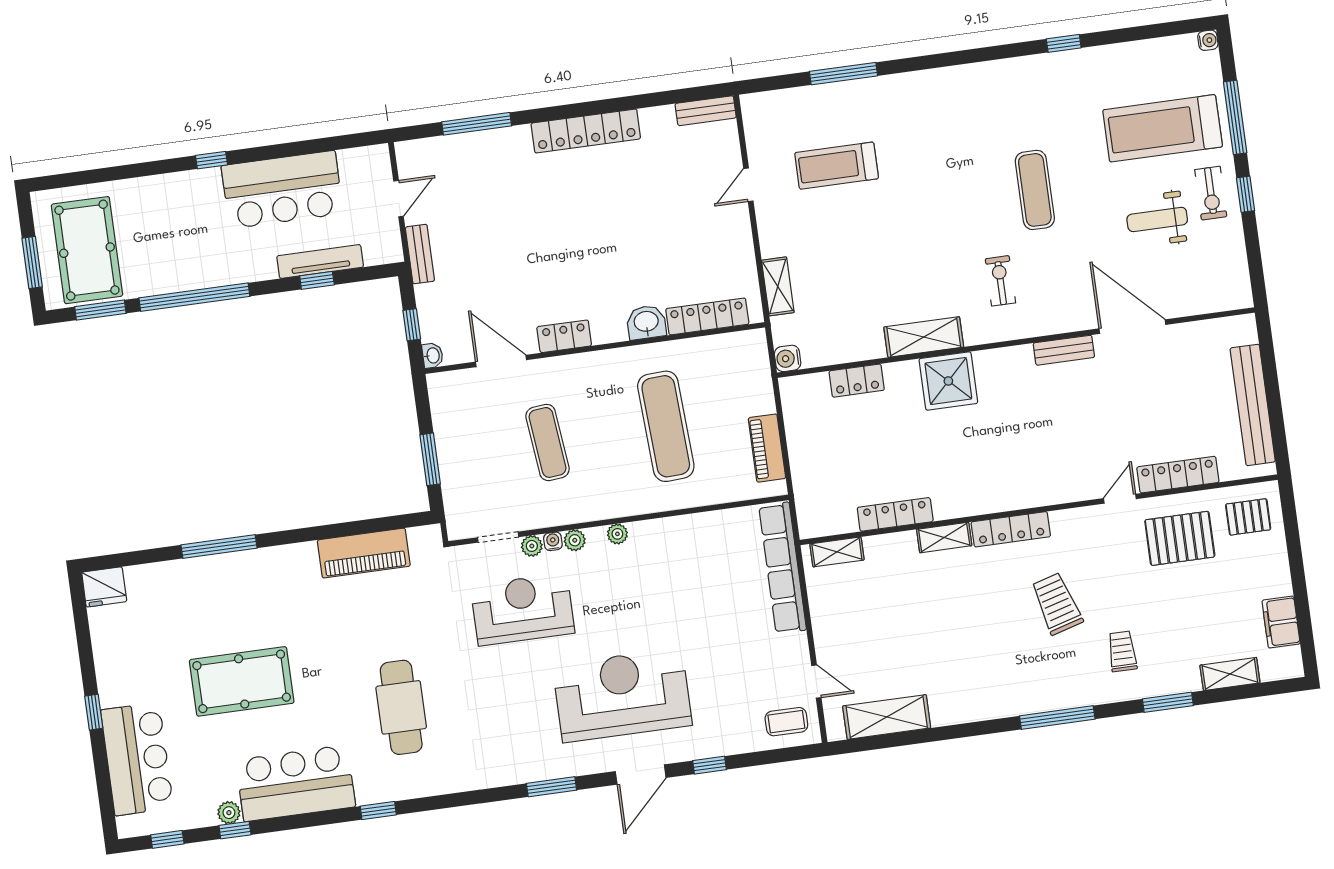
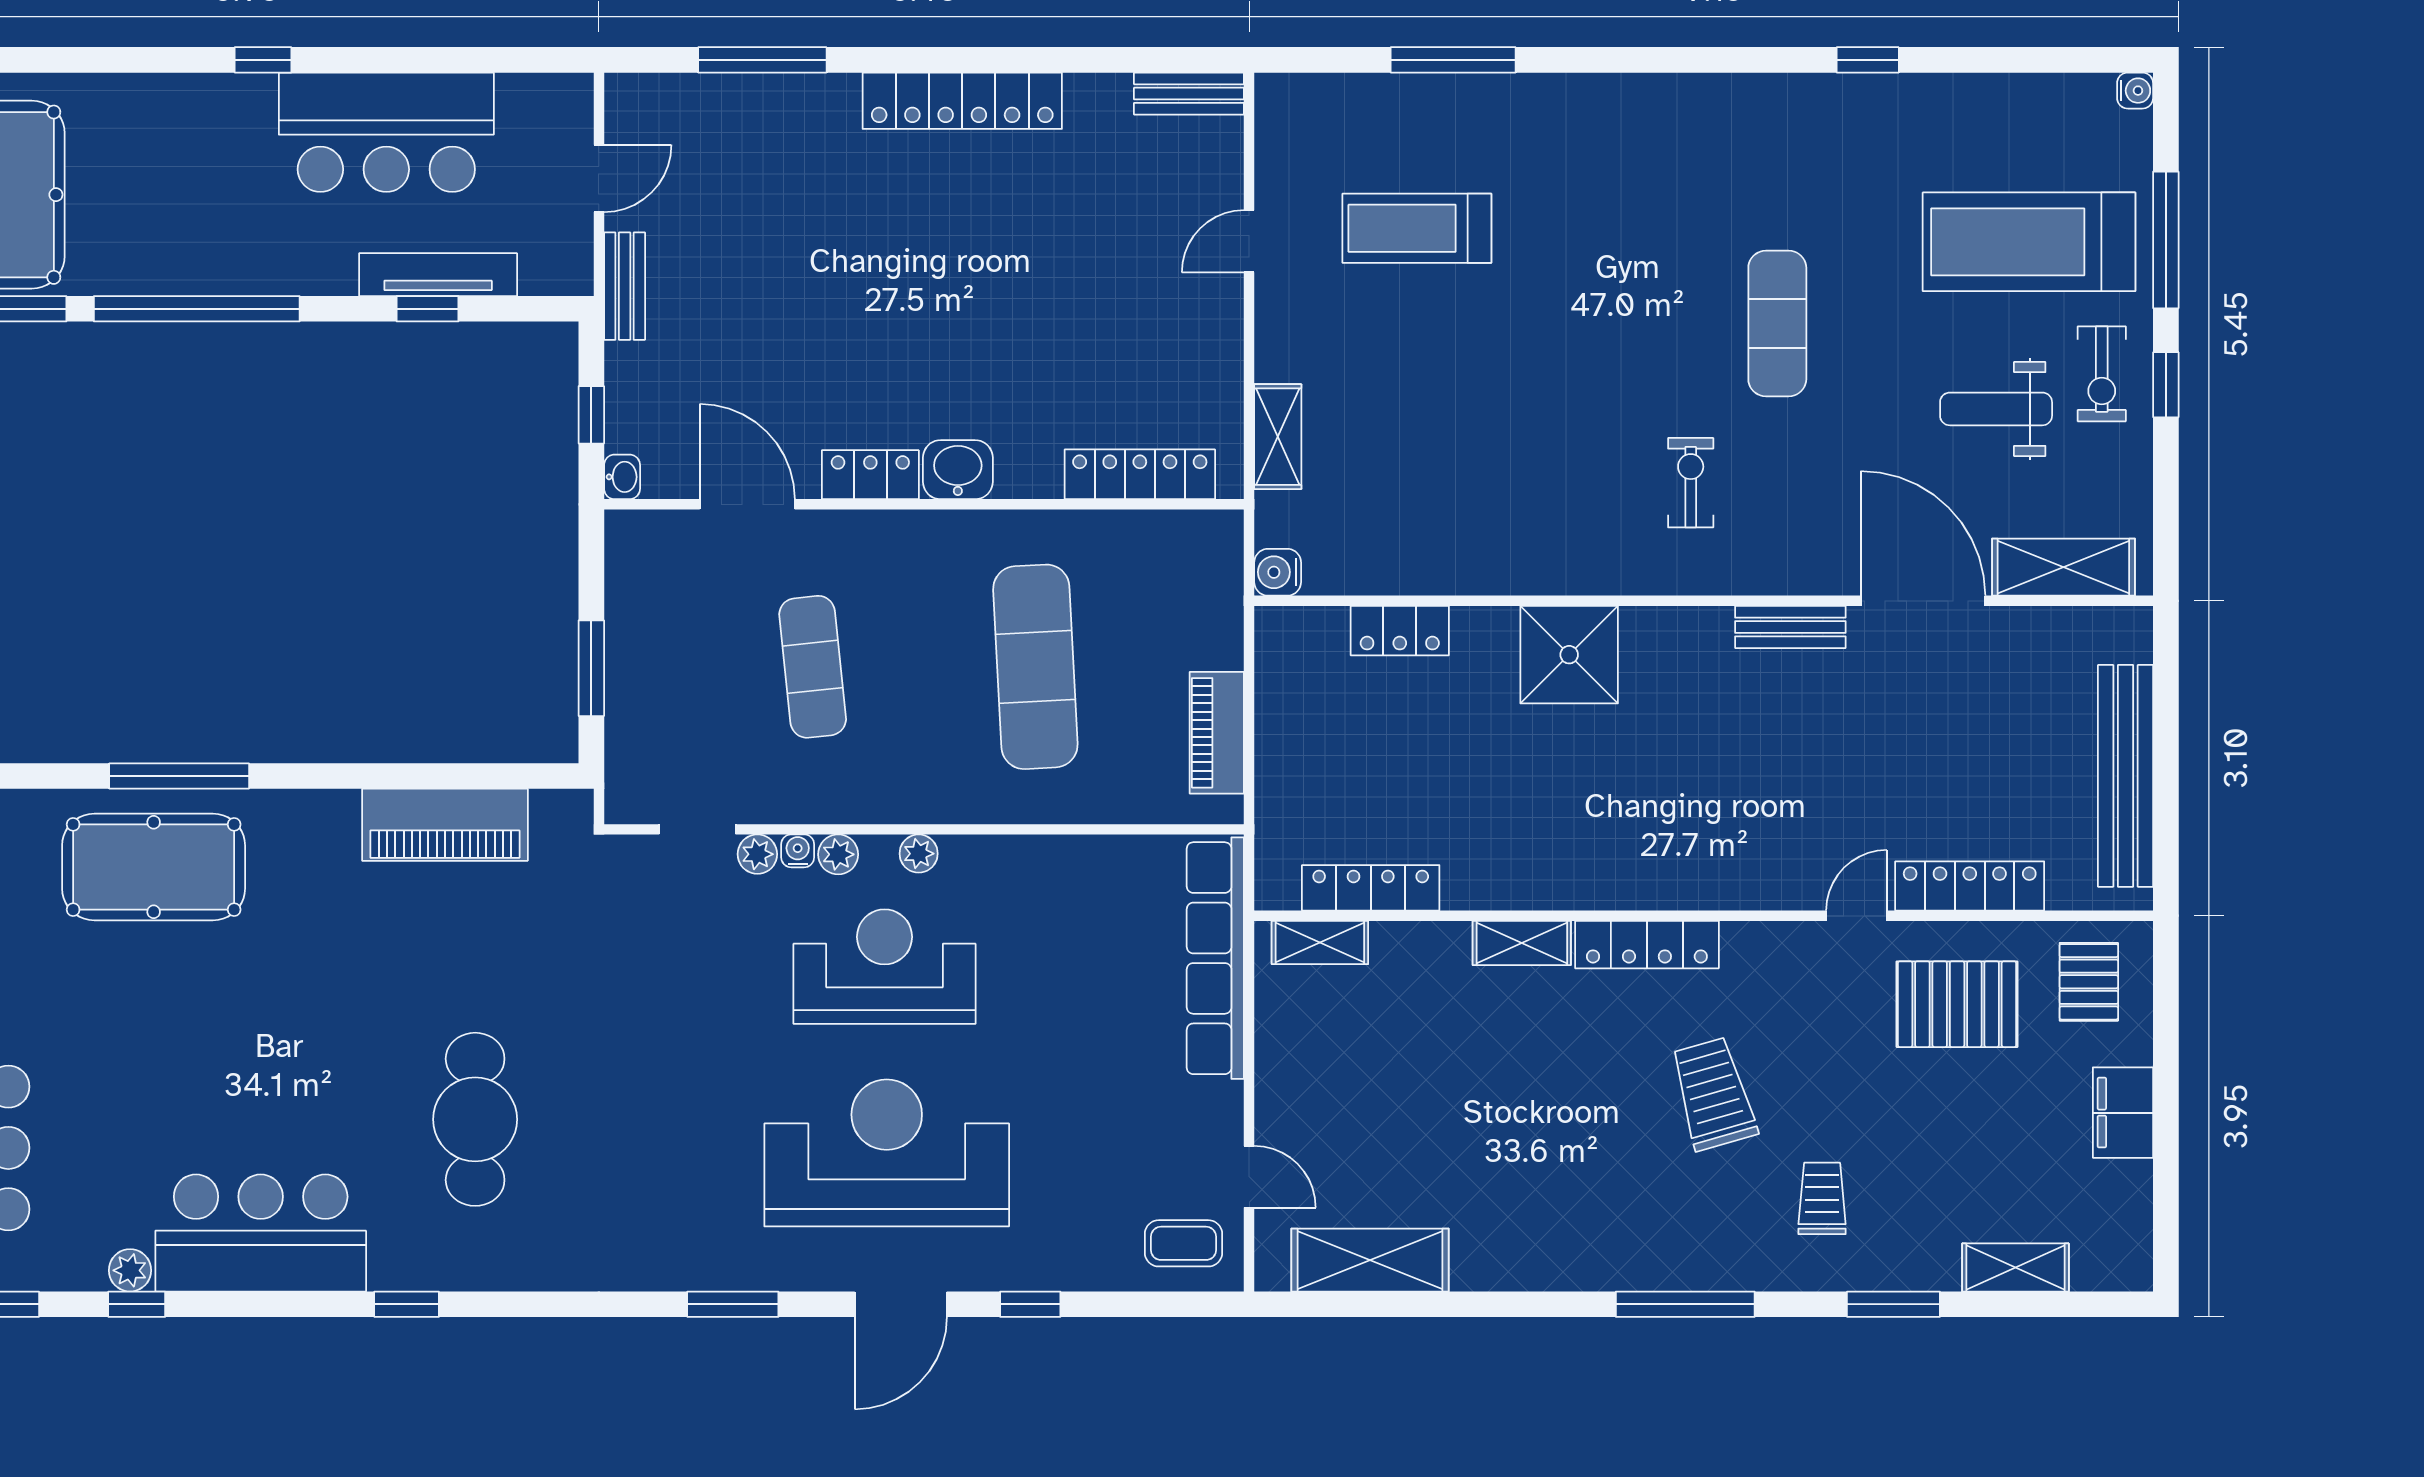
washbasin: (646, 322) -> (958, 470), moved
shelving: (924, 337) -> (2063, 567), moved
locker: (895, 514) -> (1371, 888), moved
pallet: (1248, 517) -> (2089, 982), turned 90
reception desk: (523, 609) -> (885, 967), moved
filing cabinet: (1281, 622) -> (2123, 1113), moved
pool table: (242, 681) -> (154, 867), moved

